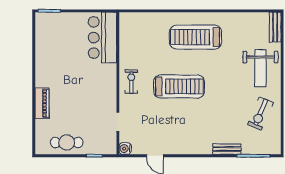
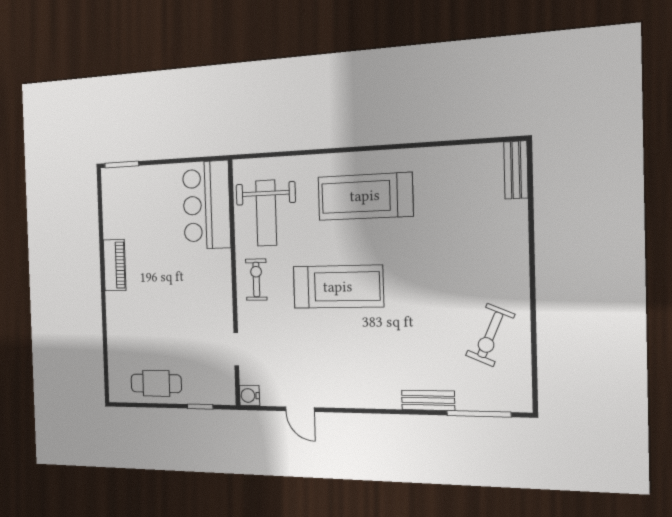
weight bench: (260, 68) -> (266, 213), moved
piano: (42, 103) -> (115, 265), moved

